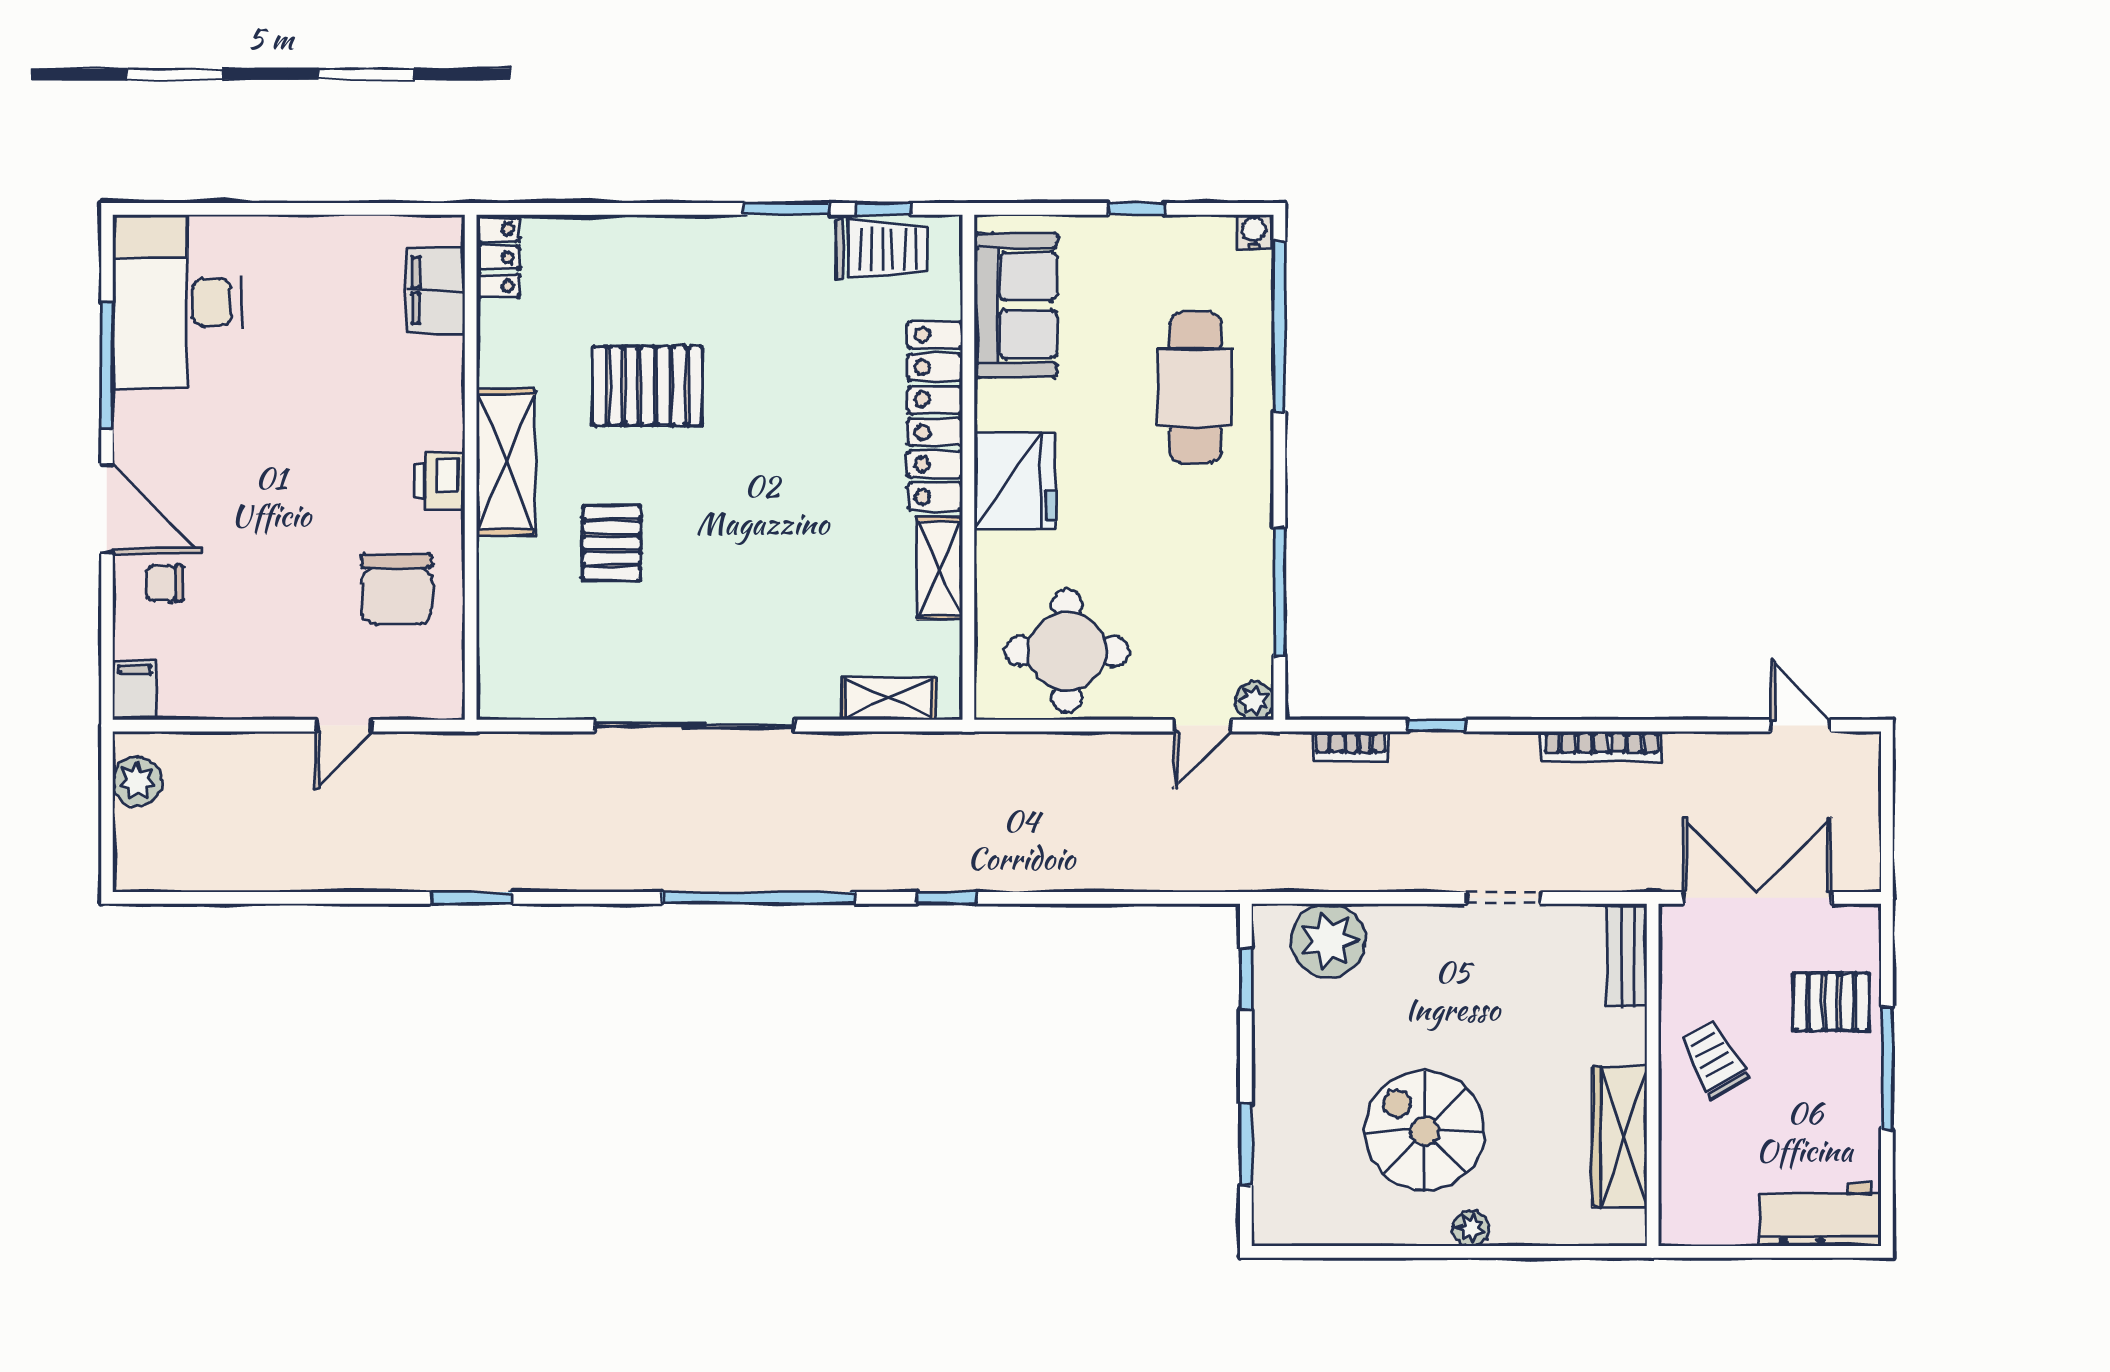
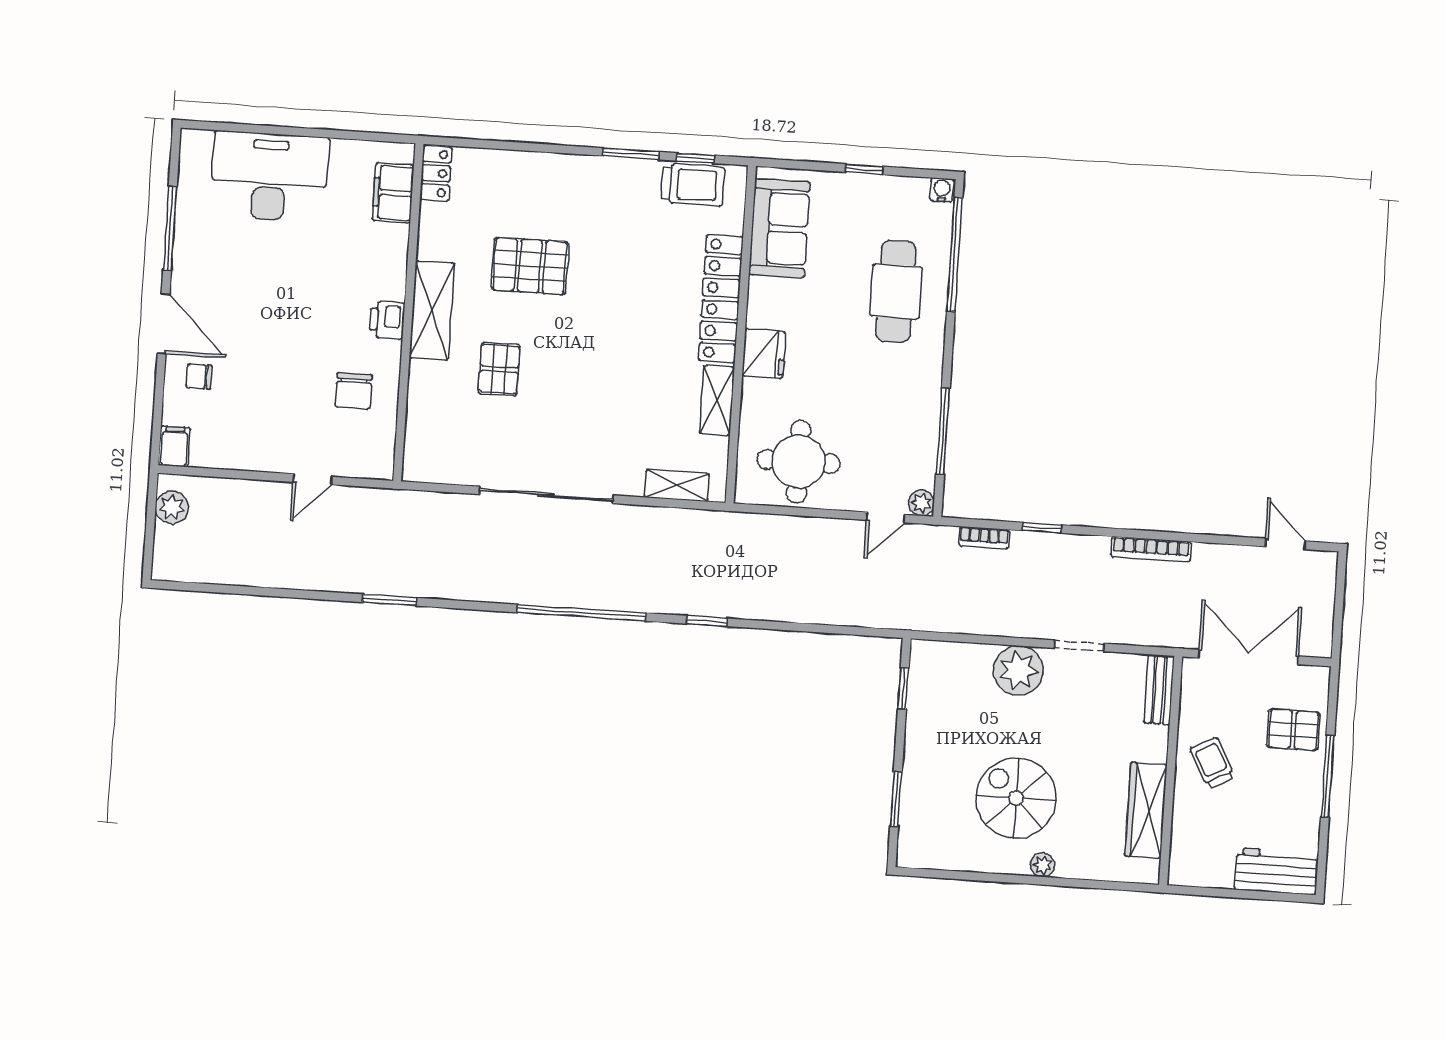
desk: (177, 302) -> (269, 177), moved, turned 90
fridge: (1015, 481) -> (764, 354), width x0.73, depth x0.75
chair: (397, 590) -> (354, 391), width x0.73, depth x0.73
plant: (1328, 941) -> (1018, 670), moved

